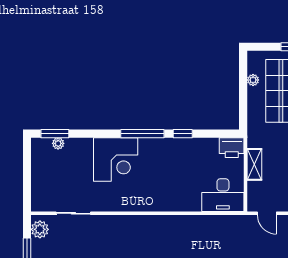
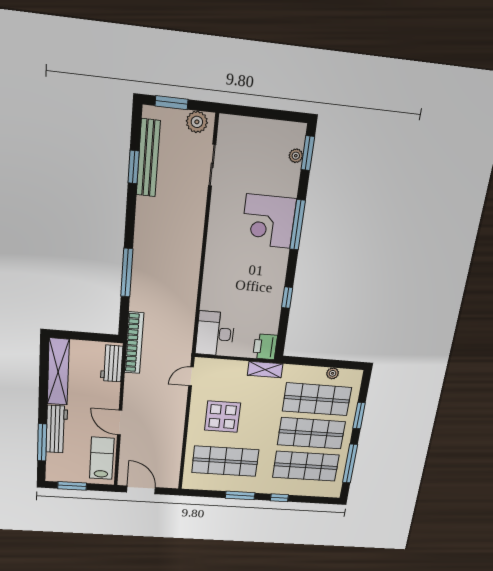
window: (142, 134) -> (298, 225), moved
shelving: (254, 164) -> (265, 369), moved

